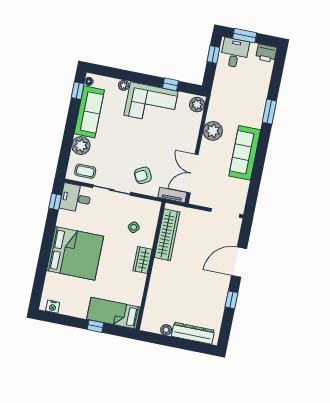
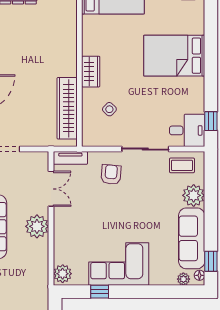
plant: (124, 85) -> (183, 279), moved
plant: (213, 131) -> (37, 226), moved
double door: (193, 174) -> (51, 189), width x0.73
armchair: (143, 175) -> (111, 174), turned -57
bed: (75, 253) -> (174, 56), width x0.73

